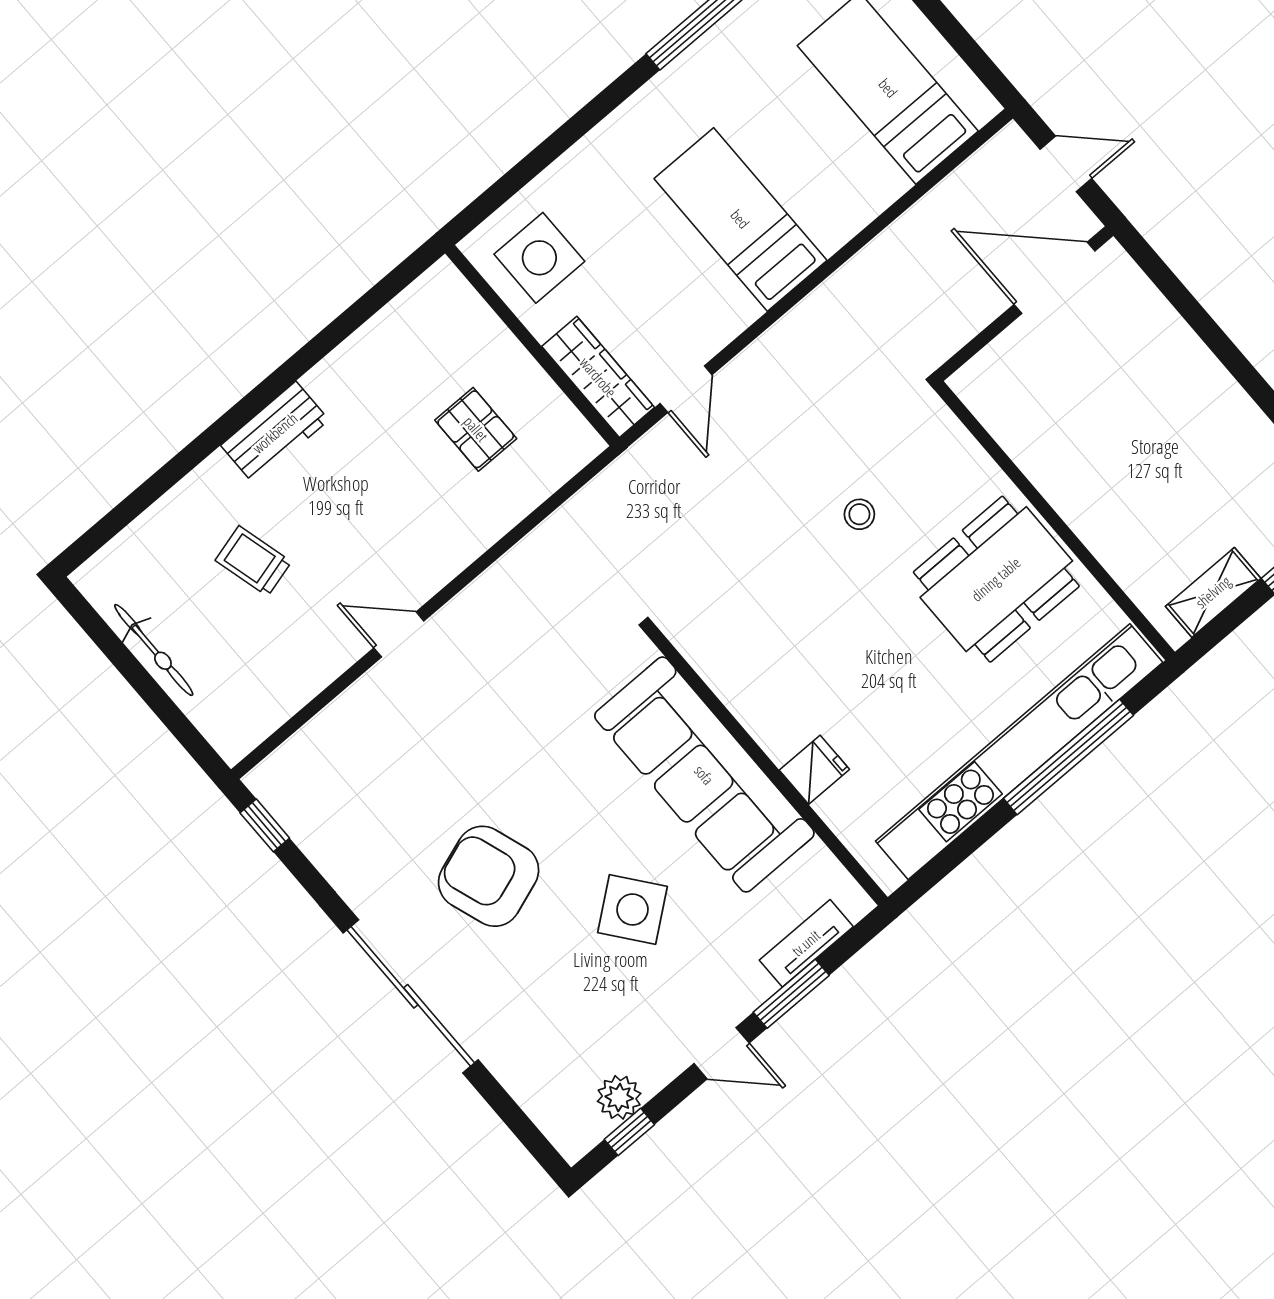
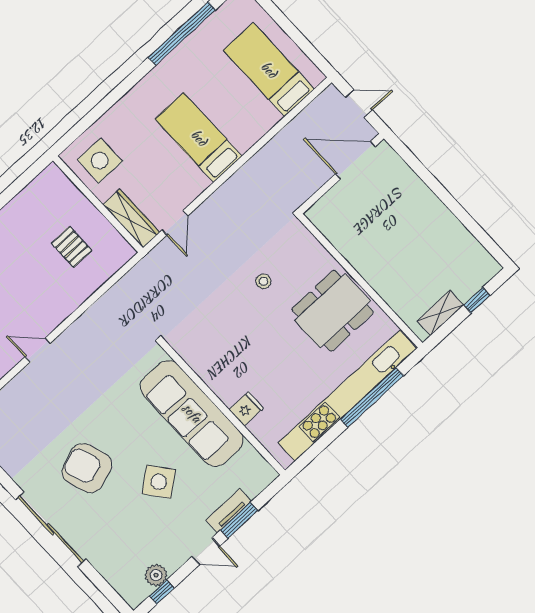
tv unit: (806, 943) -> (229, 511), moved

